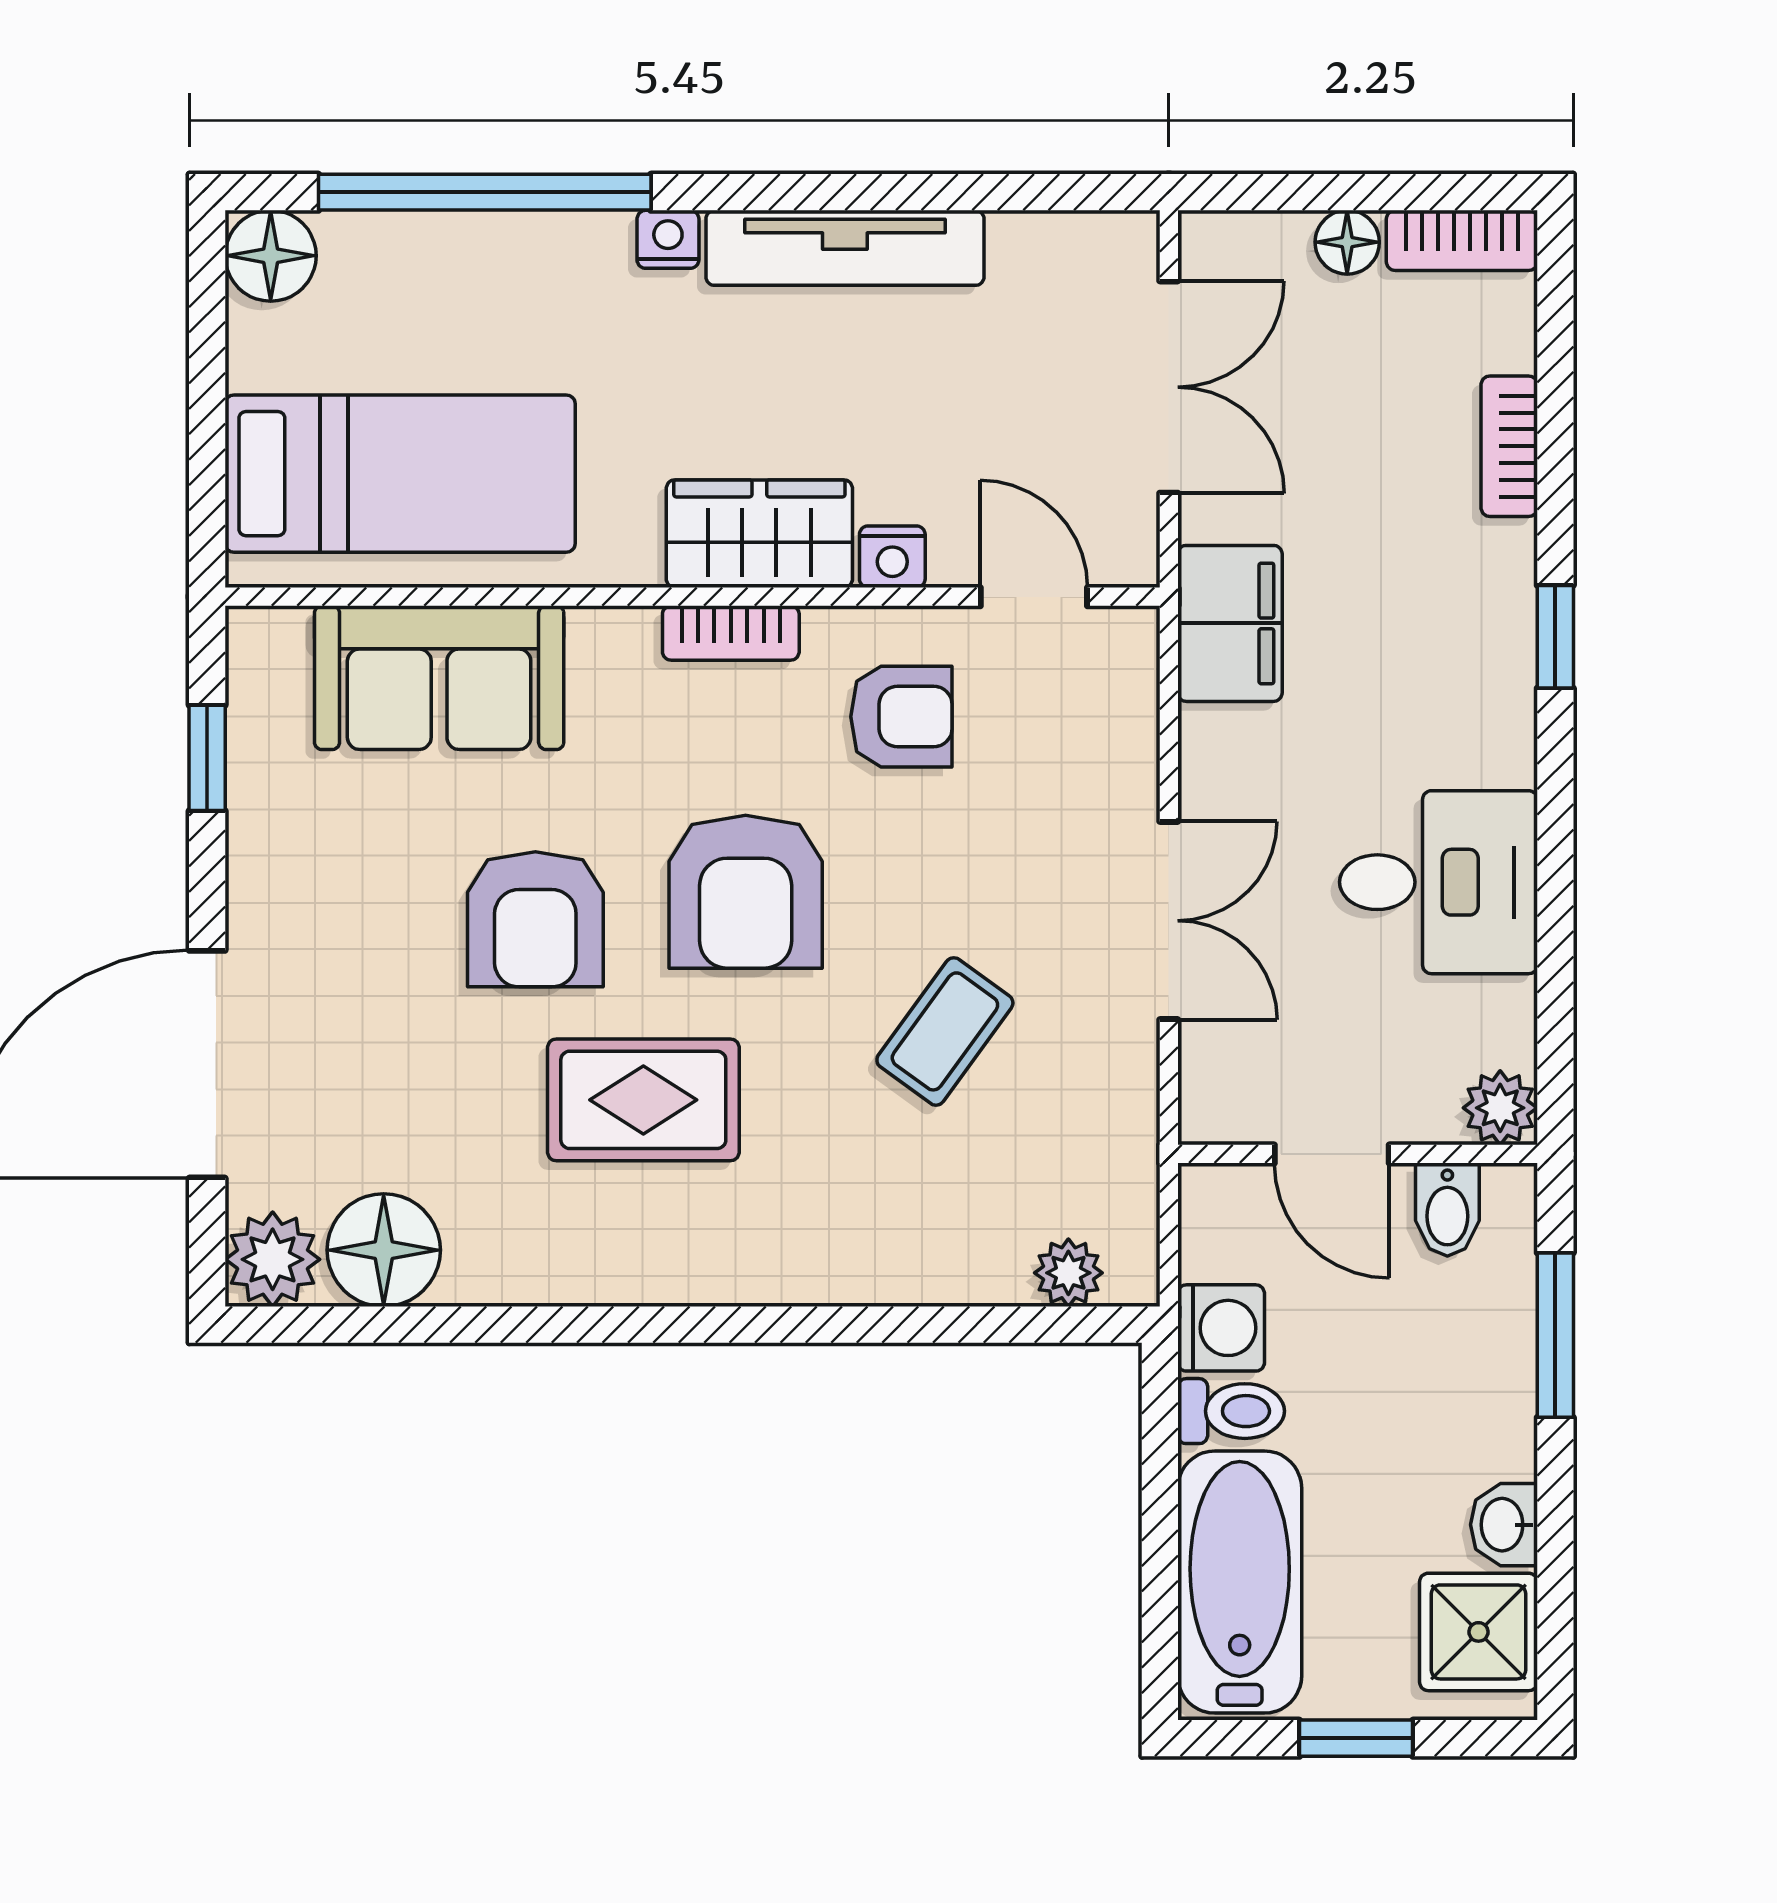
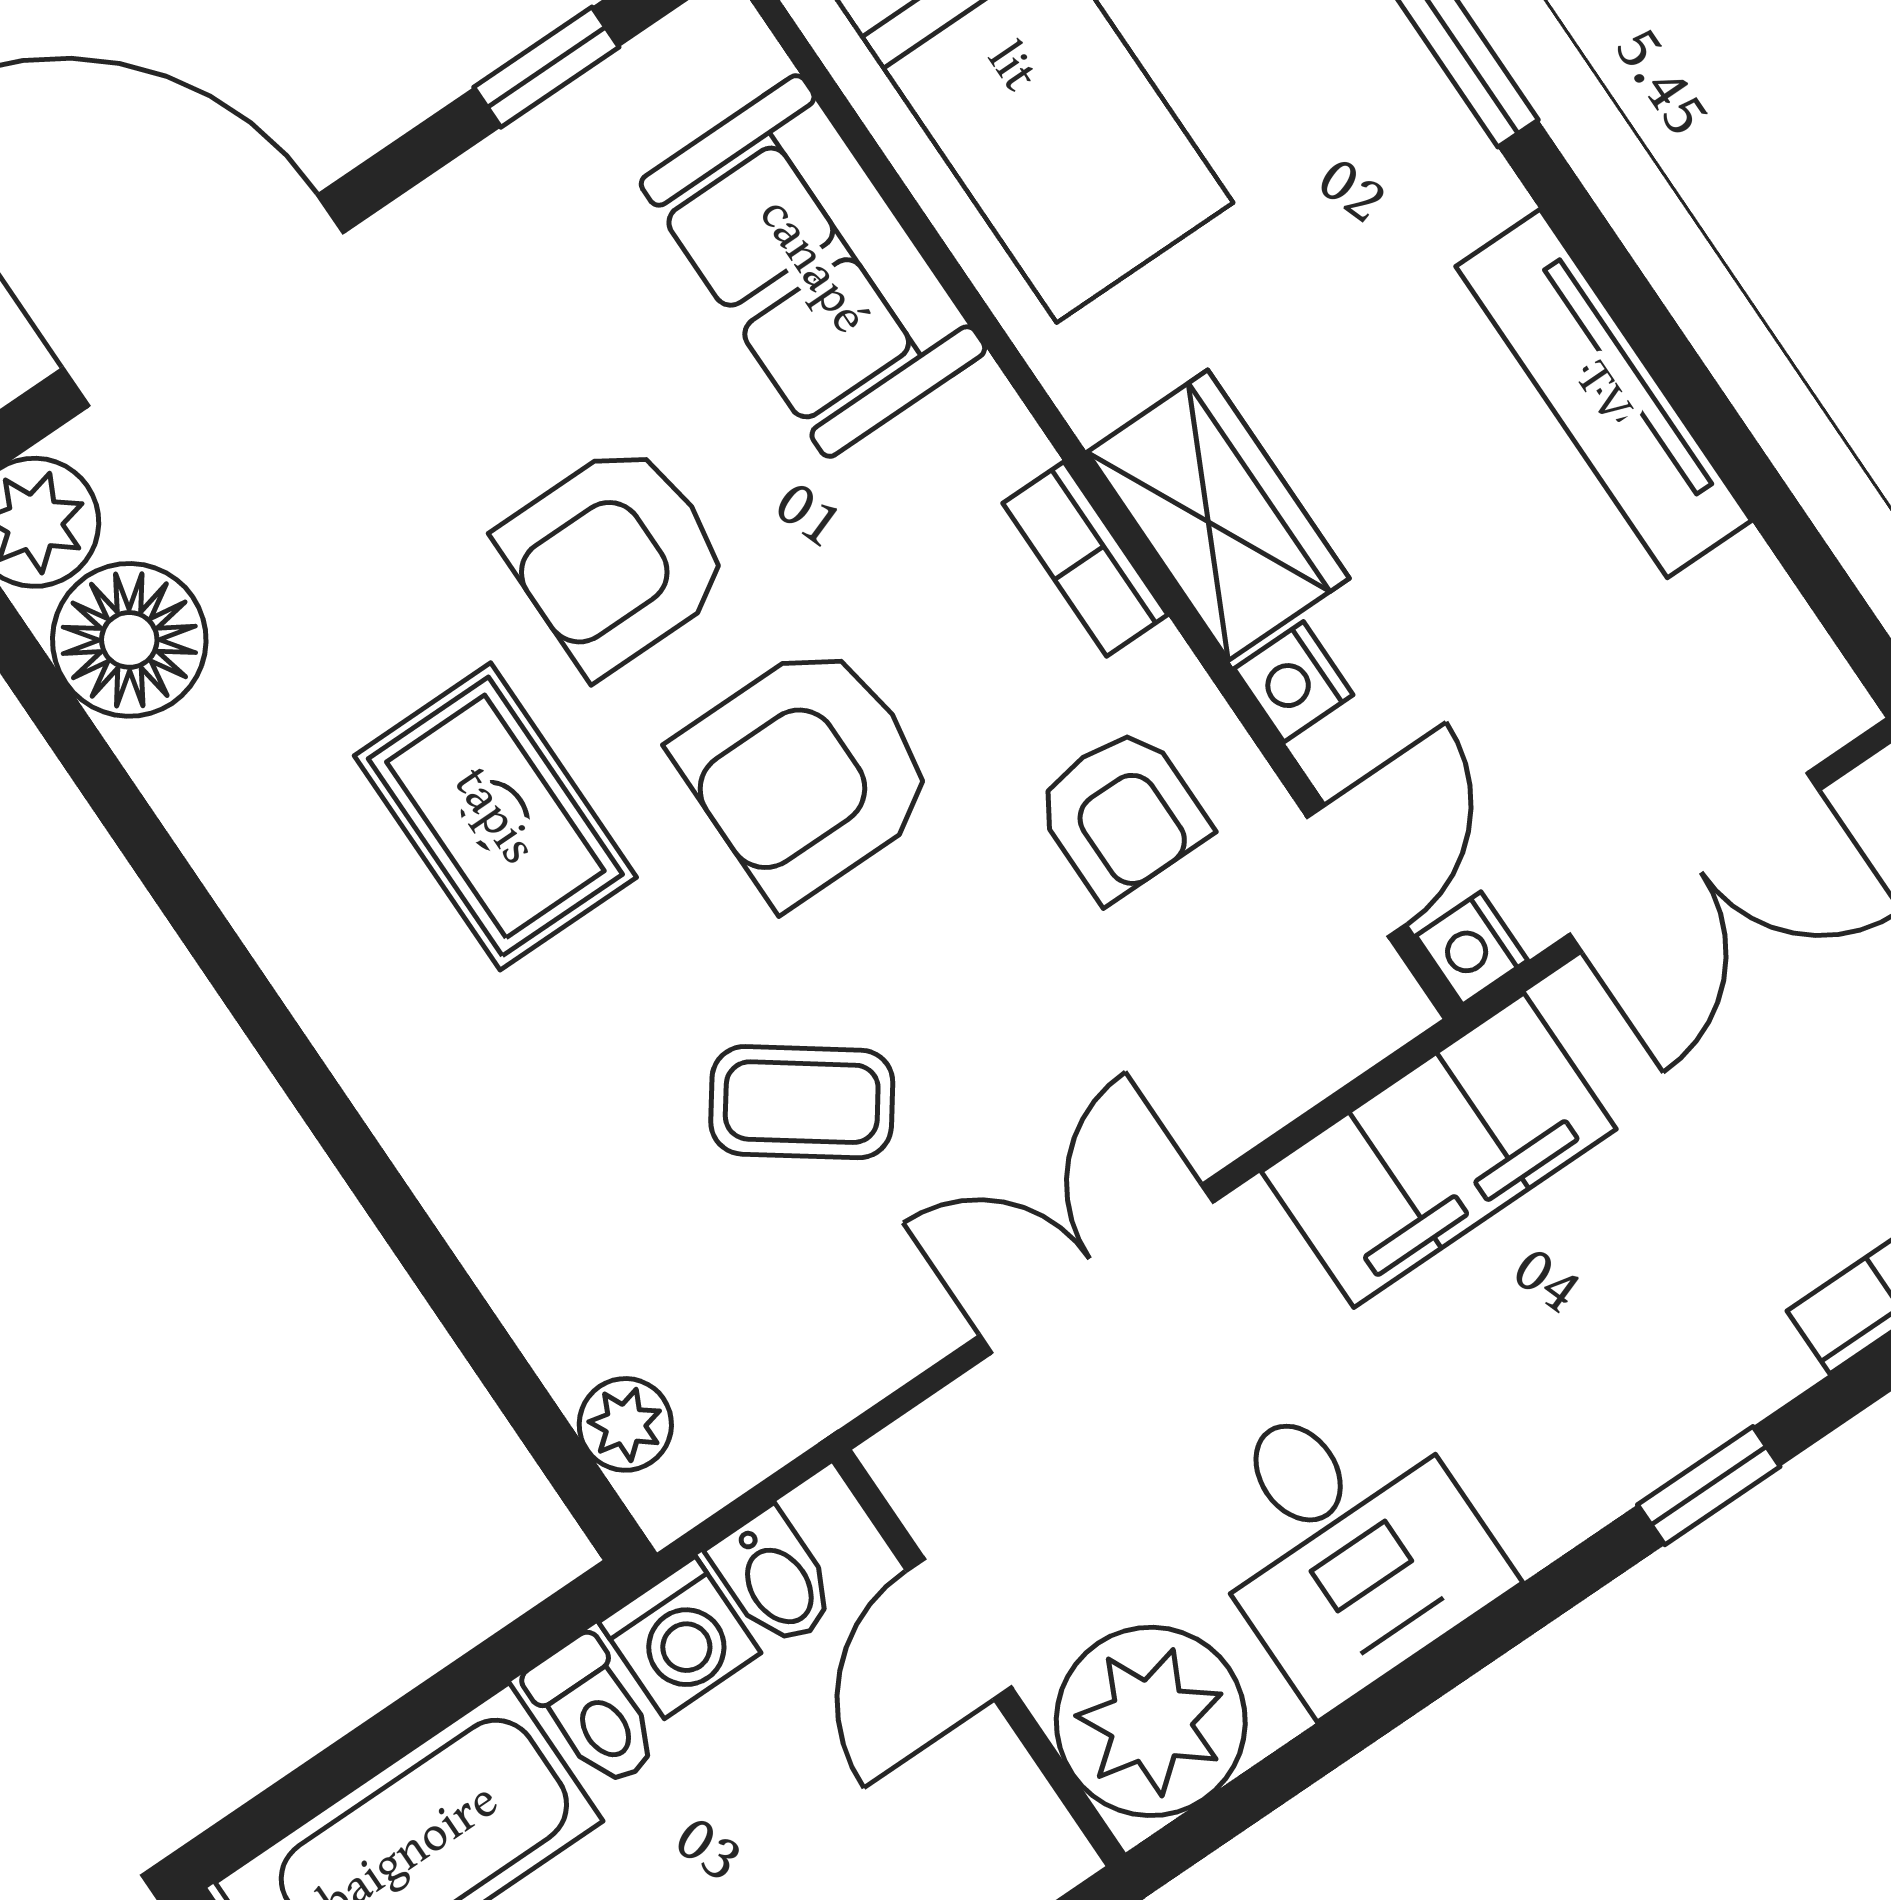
nightstand: (668, 239) -> (1472, 948), moved, turned 180
filing cabinet: (1230, 623) -> (1439, 1150), width x1.50, depth x1.17
double door: (1169, 921) -> (1097, 1269), swing flipped
plant: (1500, 1108) -> (1151, 1721), width x1.88, depth x1.88
bidet: (1447, 1210) -> (774, 1579), moved, turned -90

